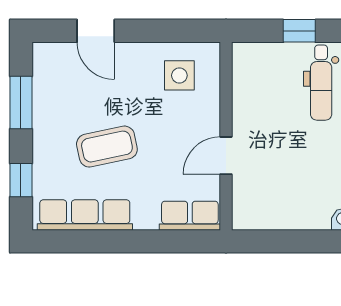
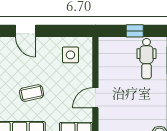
coffee table: (107, 147) -> (32, 93), width x0.73, depth x0.77

